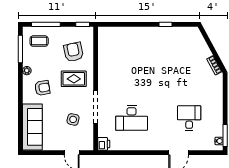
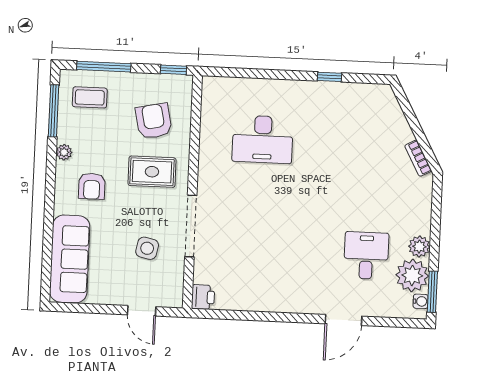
armchair: (42, 88) -> (92, 186), turned 100
plant: (217, 112) -> (419, 247), added
desk: (132, 118) -> (263, 139), moved
plant: (214, 127) -> (412, 275), added

